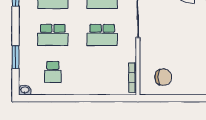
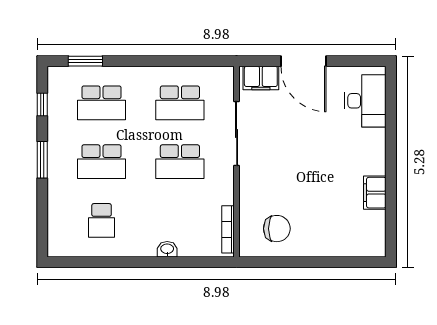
window: (16, 57) -> (42, 160), moved
washbasin: (25, 90) -> (167, 249), moved

